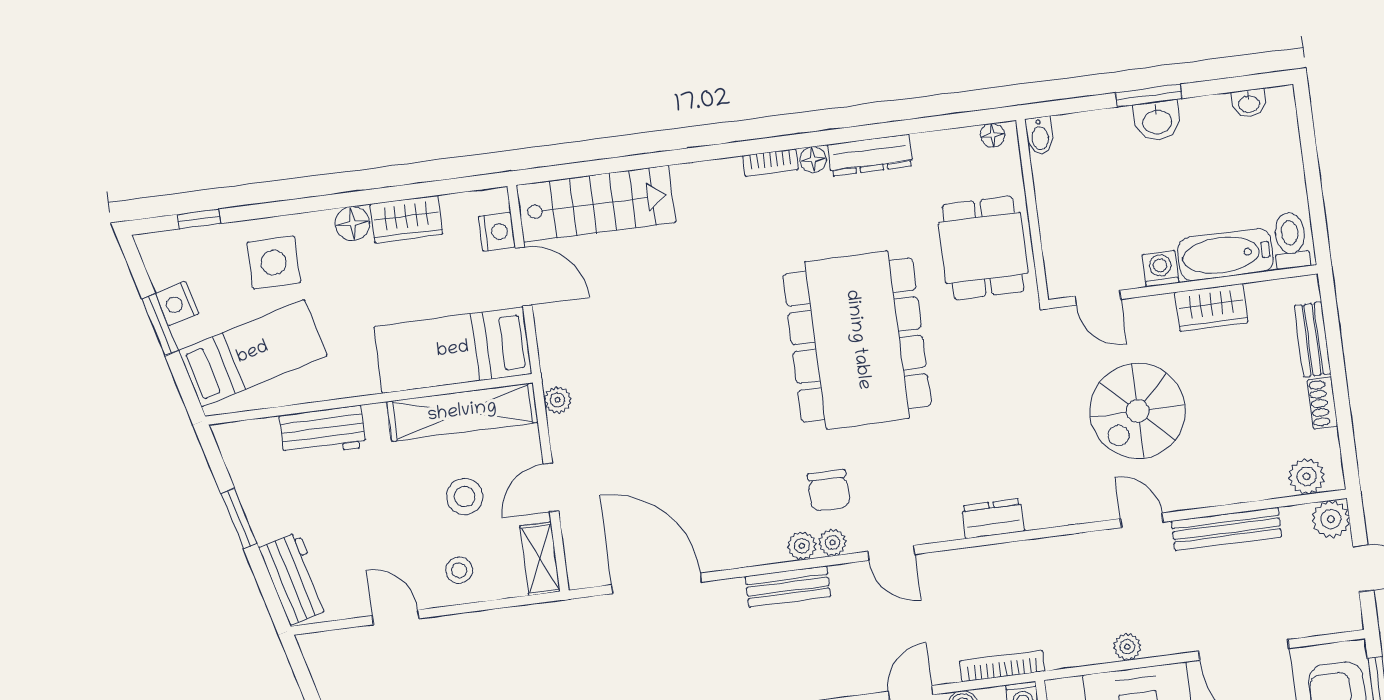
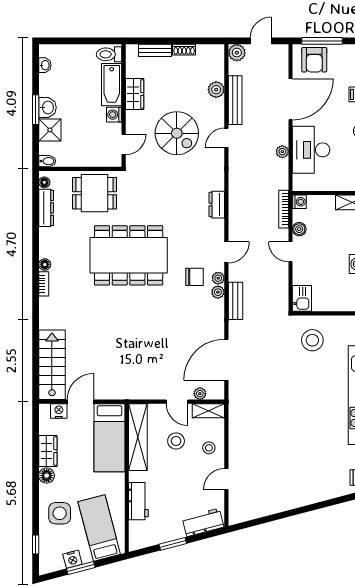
shower: (1109, 133) -> (50, 130), added
dresser: (870, 155) -> (46, 208), moved
plant: (558, 400) -> (200, 394), moved
plant: (1307, 476) -> (216, 90), moved

